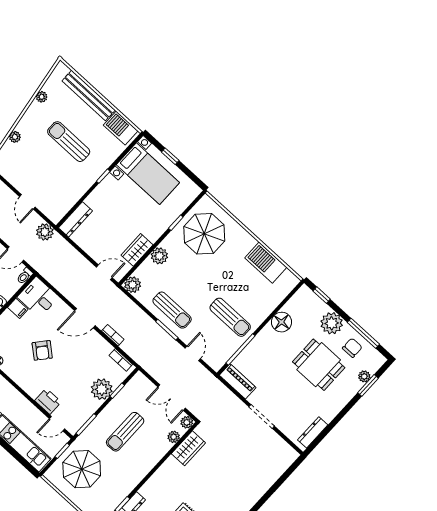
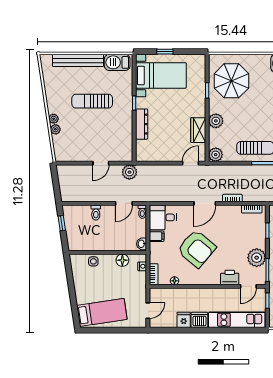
plant: (42, 97) -> (54, 119), moved
door: (27, 202) -> (101, 163), hinge flipped
dresser: (75, 219) -> (142, 124), moved
armchair: (42, 350) -> (196, 249), width x1.88, depth x1.88
plant: (102, 389) -> (257, 258), moved

